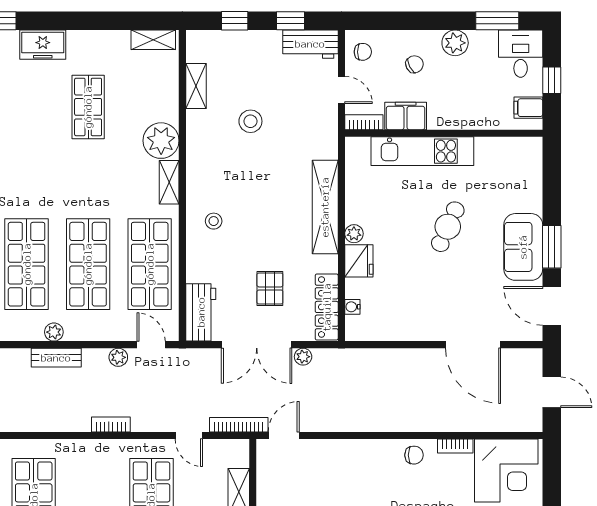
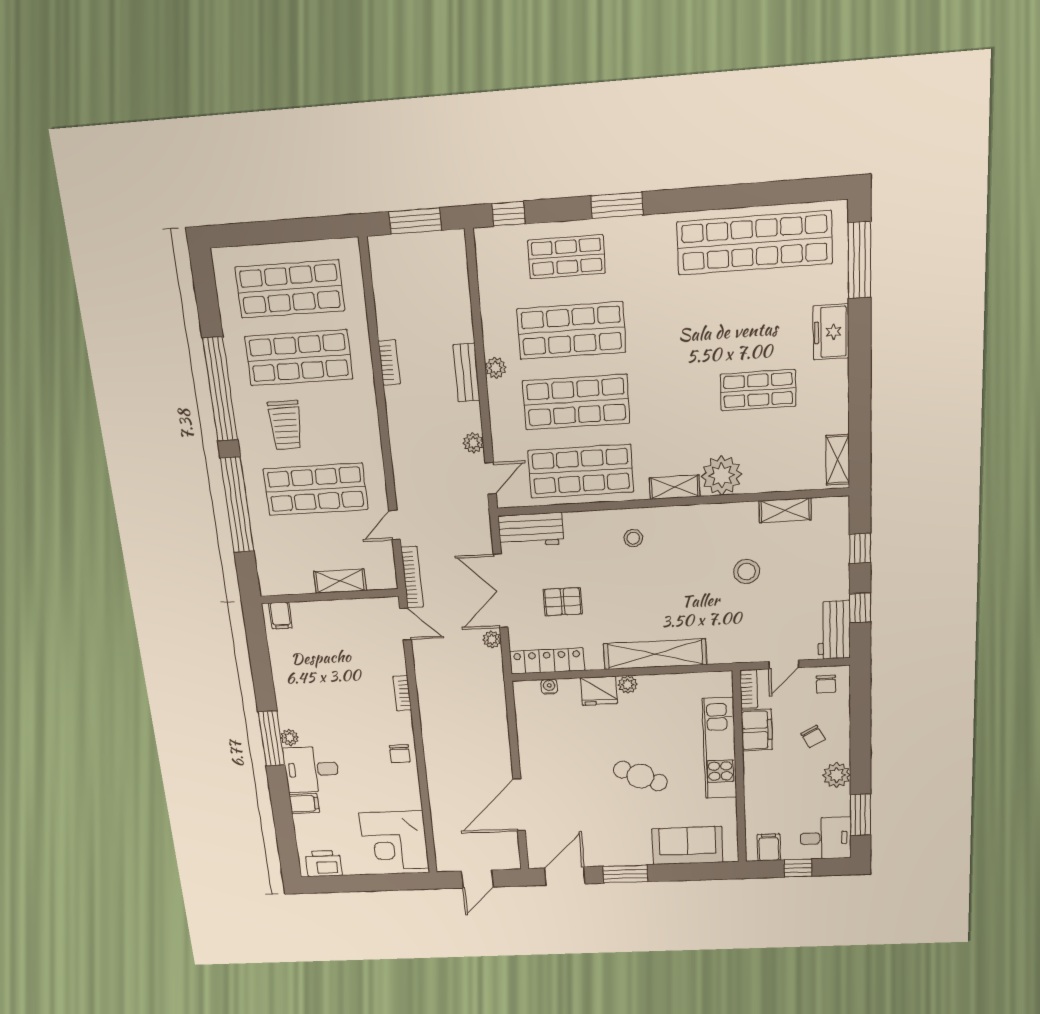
sofa: (523, 247) -> (688, 846), moved
bookcase: (111, 424) -> (389, 362), moved
bookcase: (455, 446) -> (402, 693), moved

